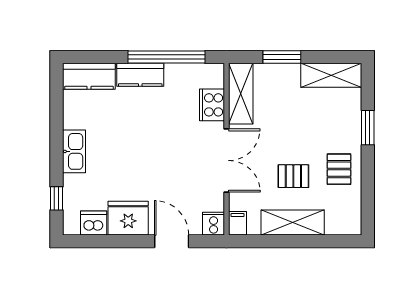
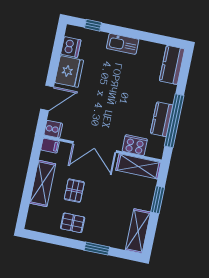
kitchen counter: (140, 75) -> (162, 119), moved

